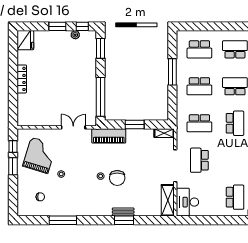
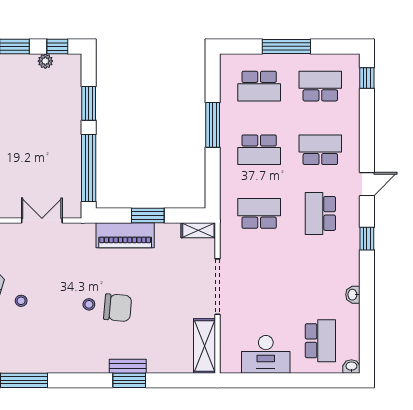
window: (215, 26) -> (286, 46), added
window: (100, 48) -> (89, 103), moved
school desk: (199, 123) -> (259, 213), turned 180
school desk: (235, 123) -> (320, 213), turned 180
piano: (109, 136) -> (125, 235), moved
school desk: (199, 160) -> (259, 277), removed
chair: (117, 178) -> (118, 308), turned -85
desk: (187, 202) -> (266, 354), moved, turned -90

